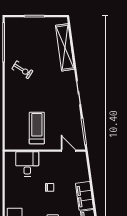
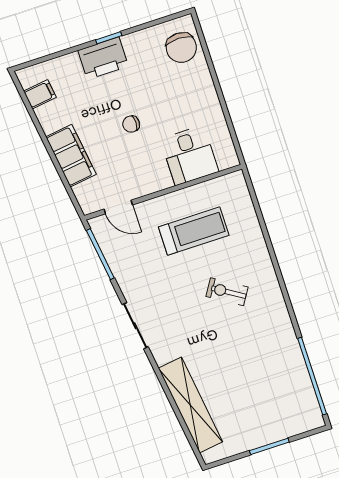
exercise bike: (22, 70) -> (227, 292), moved
treadmill: (37, 128) -> (194, 231), turned -90
filing cabinet: (84, 196) -> (71, 156), moved

